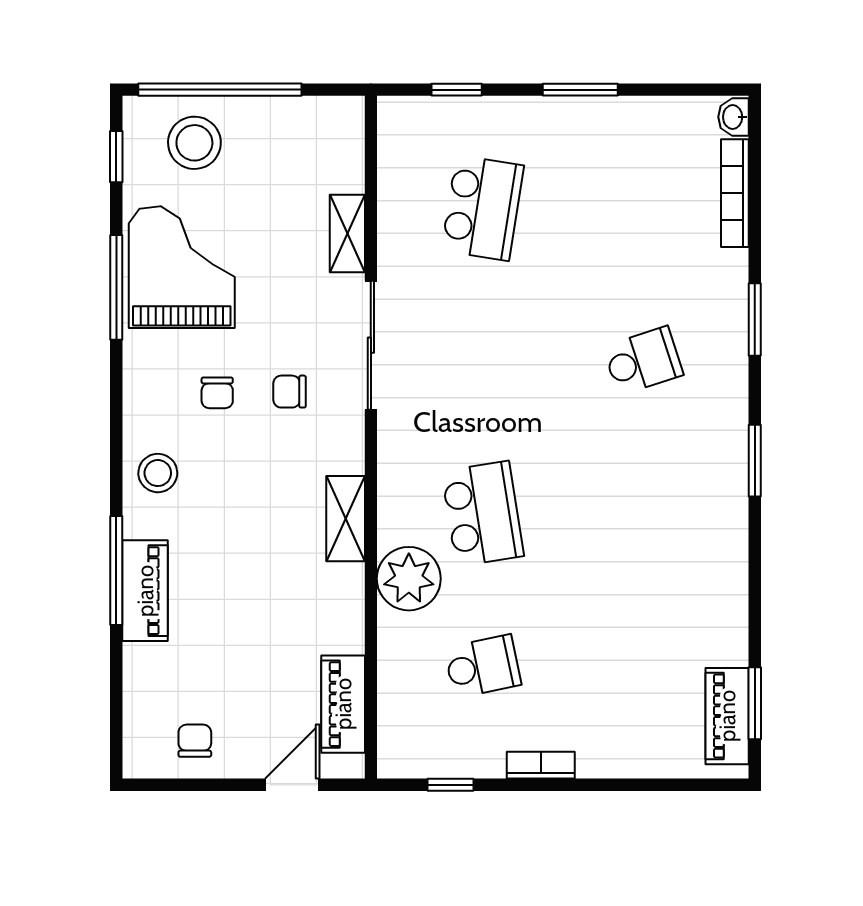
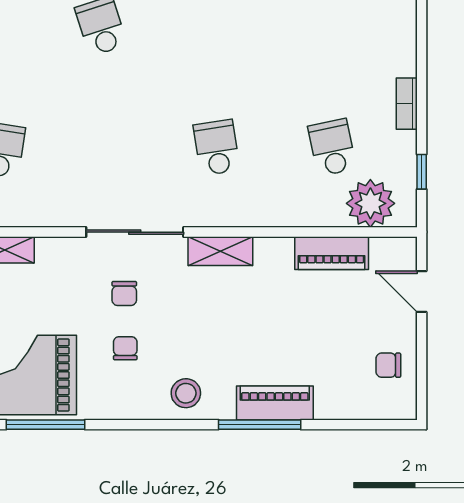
sliding door: (371, 345) -> (135, 232), moved
chair: (217, 393) -> (125, 348), turned -90
school desk: (483, 514) -> (217, 148), width x0.54
plant: (409, 579) -> (370, 203), moved
piano: (343, 704) -> (332, 253), moved

